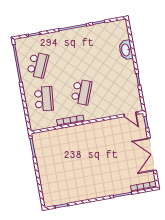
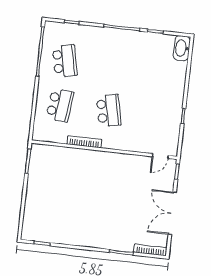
washbasin: (126, 50) -> (182, 48), moved
school desk: (38, 65) -> (65, 61), turned -36
school desk: (81, 92) -> (109, 111), turned -33
door: (130, 114) -> (160, 156), hinge flipped

